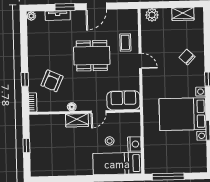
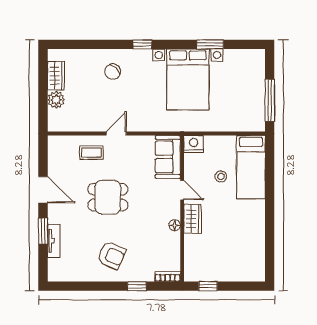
plant: (152, 15) -> (56, 100), moved
plant: (31, 16) -> (54, 276), removed
dining table: (92, 56) -> (108, 197), width x0.73
armchair: (52, 81) -> (111, 255), moved
nightstand: (134, 144) -> (194, 144), moved
window: (26, 146) -> (208, 286), moved

